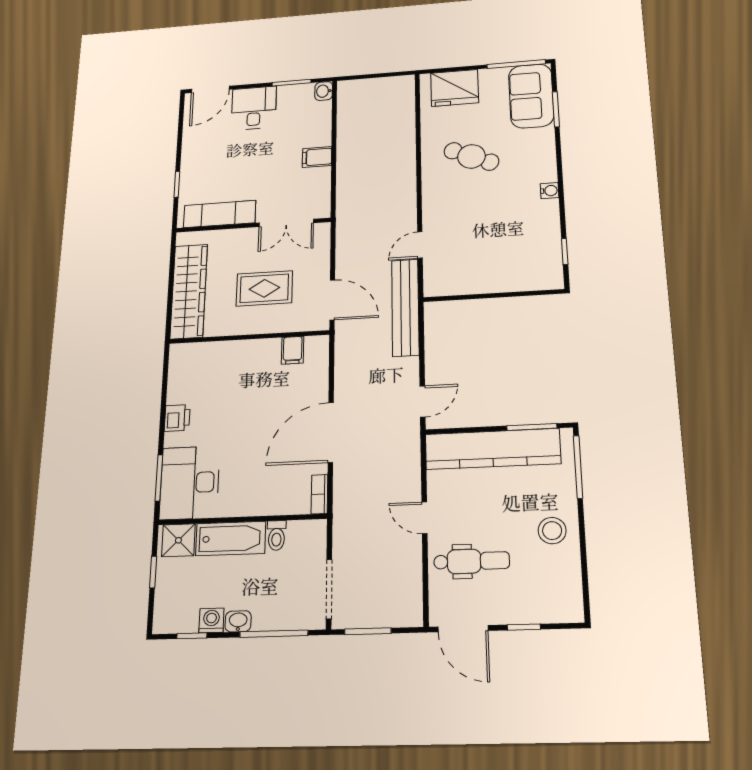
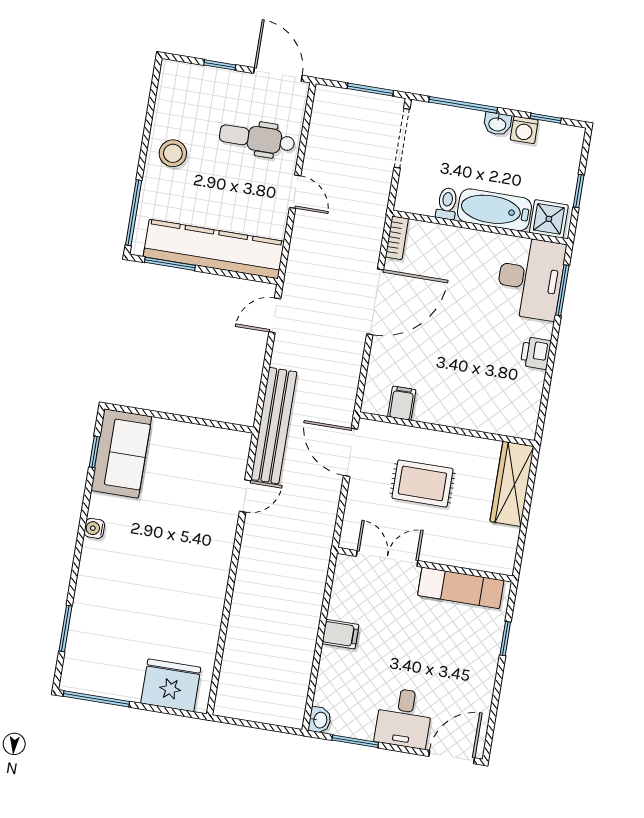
sofa: (531, 96) -> (121, 453), moved
cafe table: (471, 156) -> (169, 592), removed
wardrobe: (189, 291) -> (512, 484), width x0.71, depth x0.85

